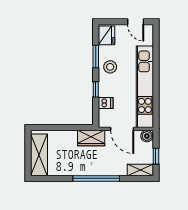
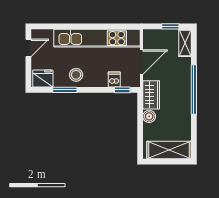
window: (96, 89) -> (122, 90), moved
boiler: (147, 136) -> (149, 116), moved

